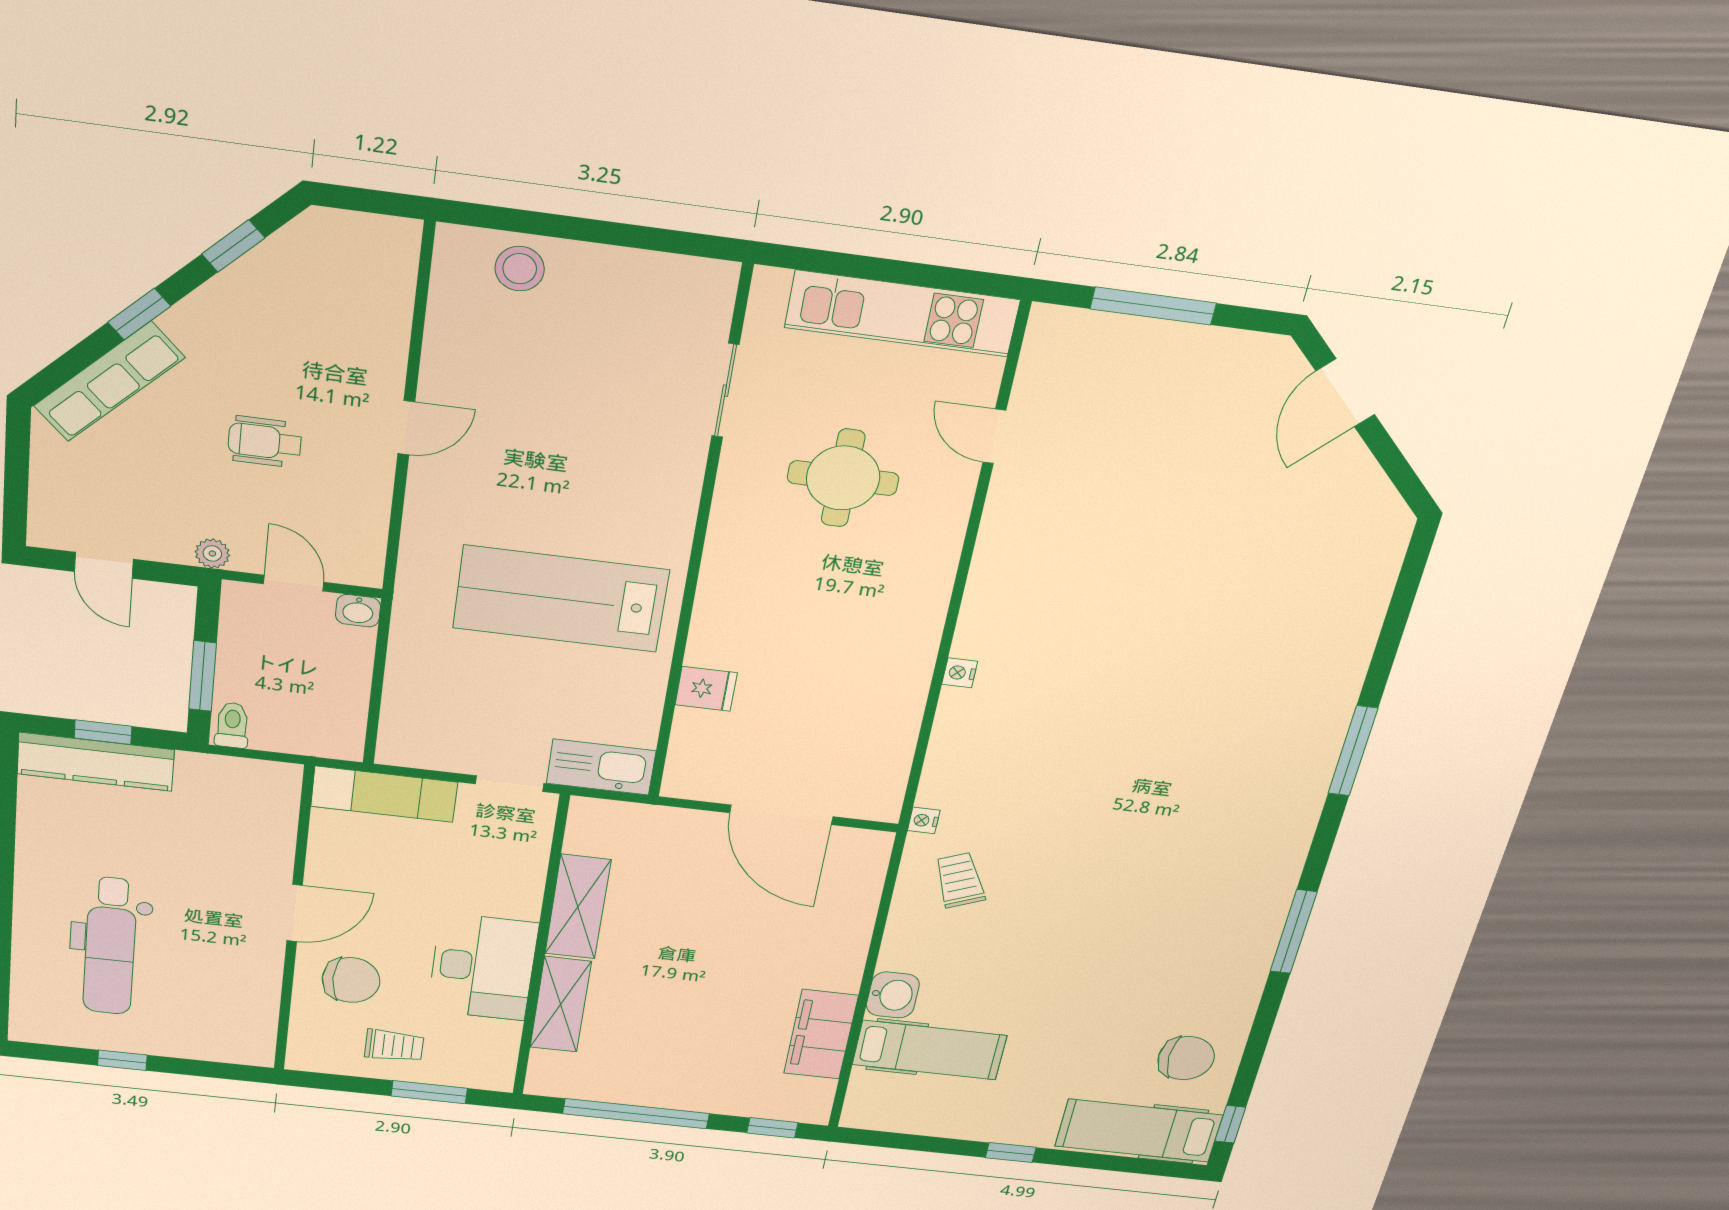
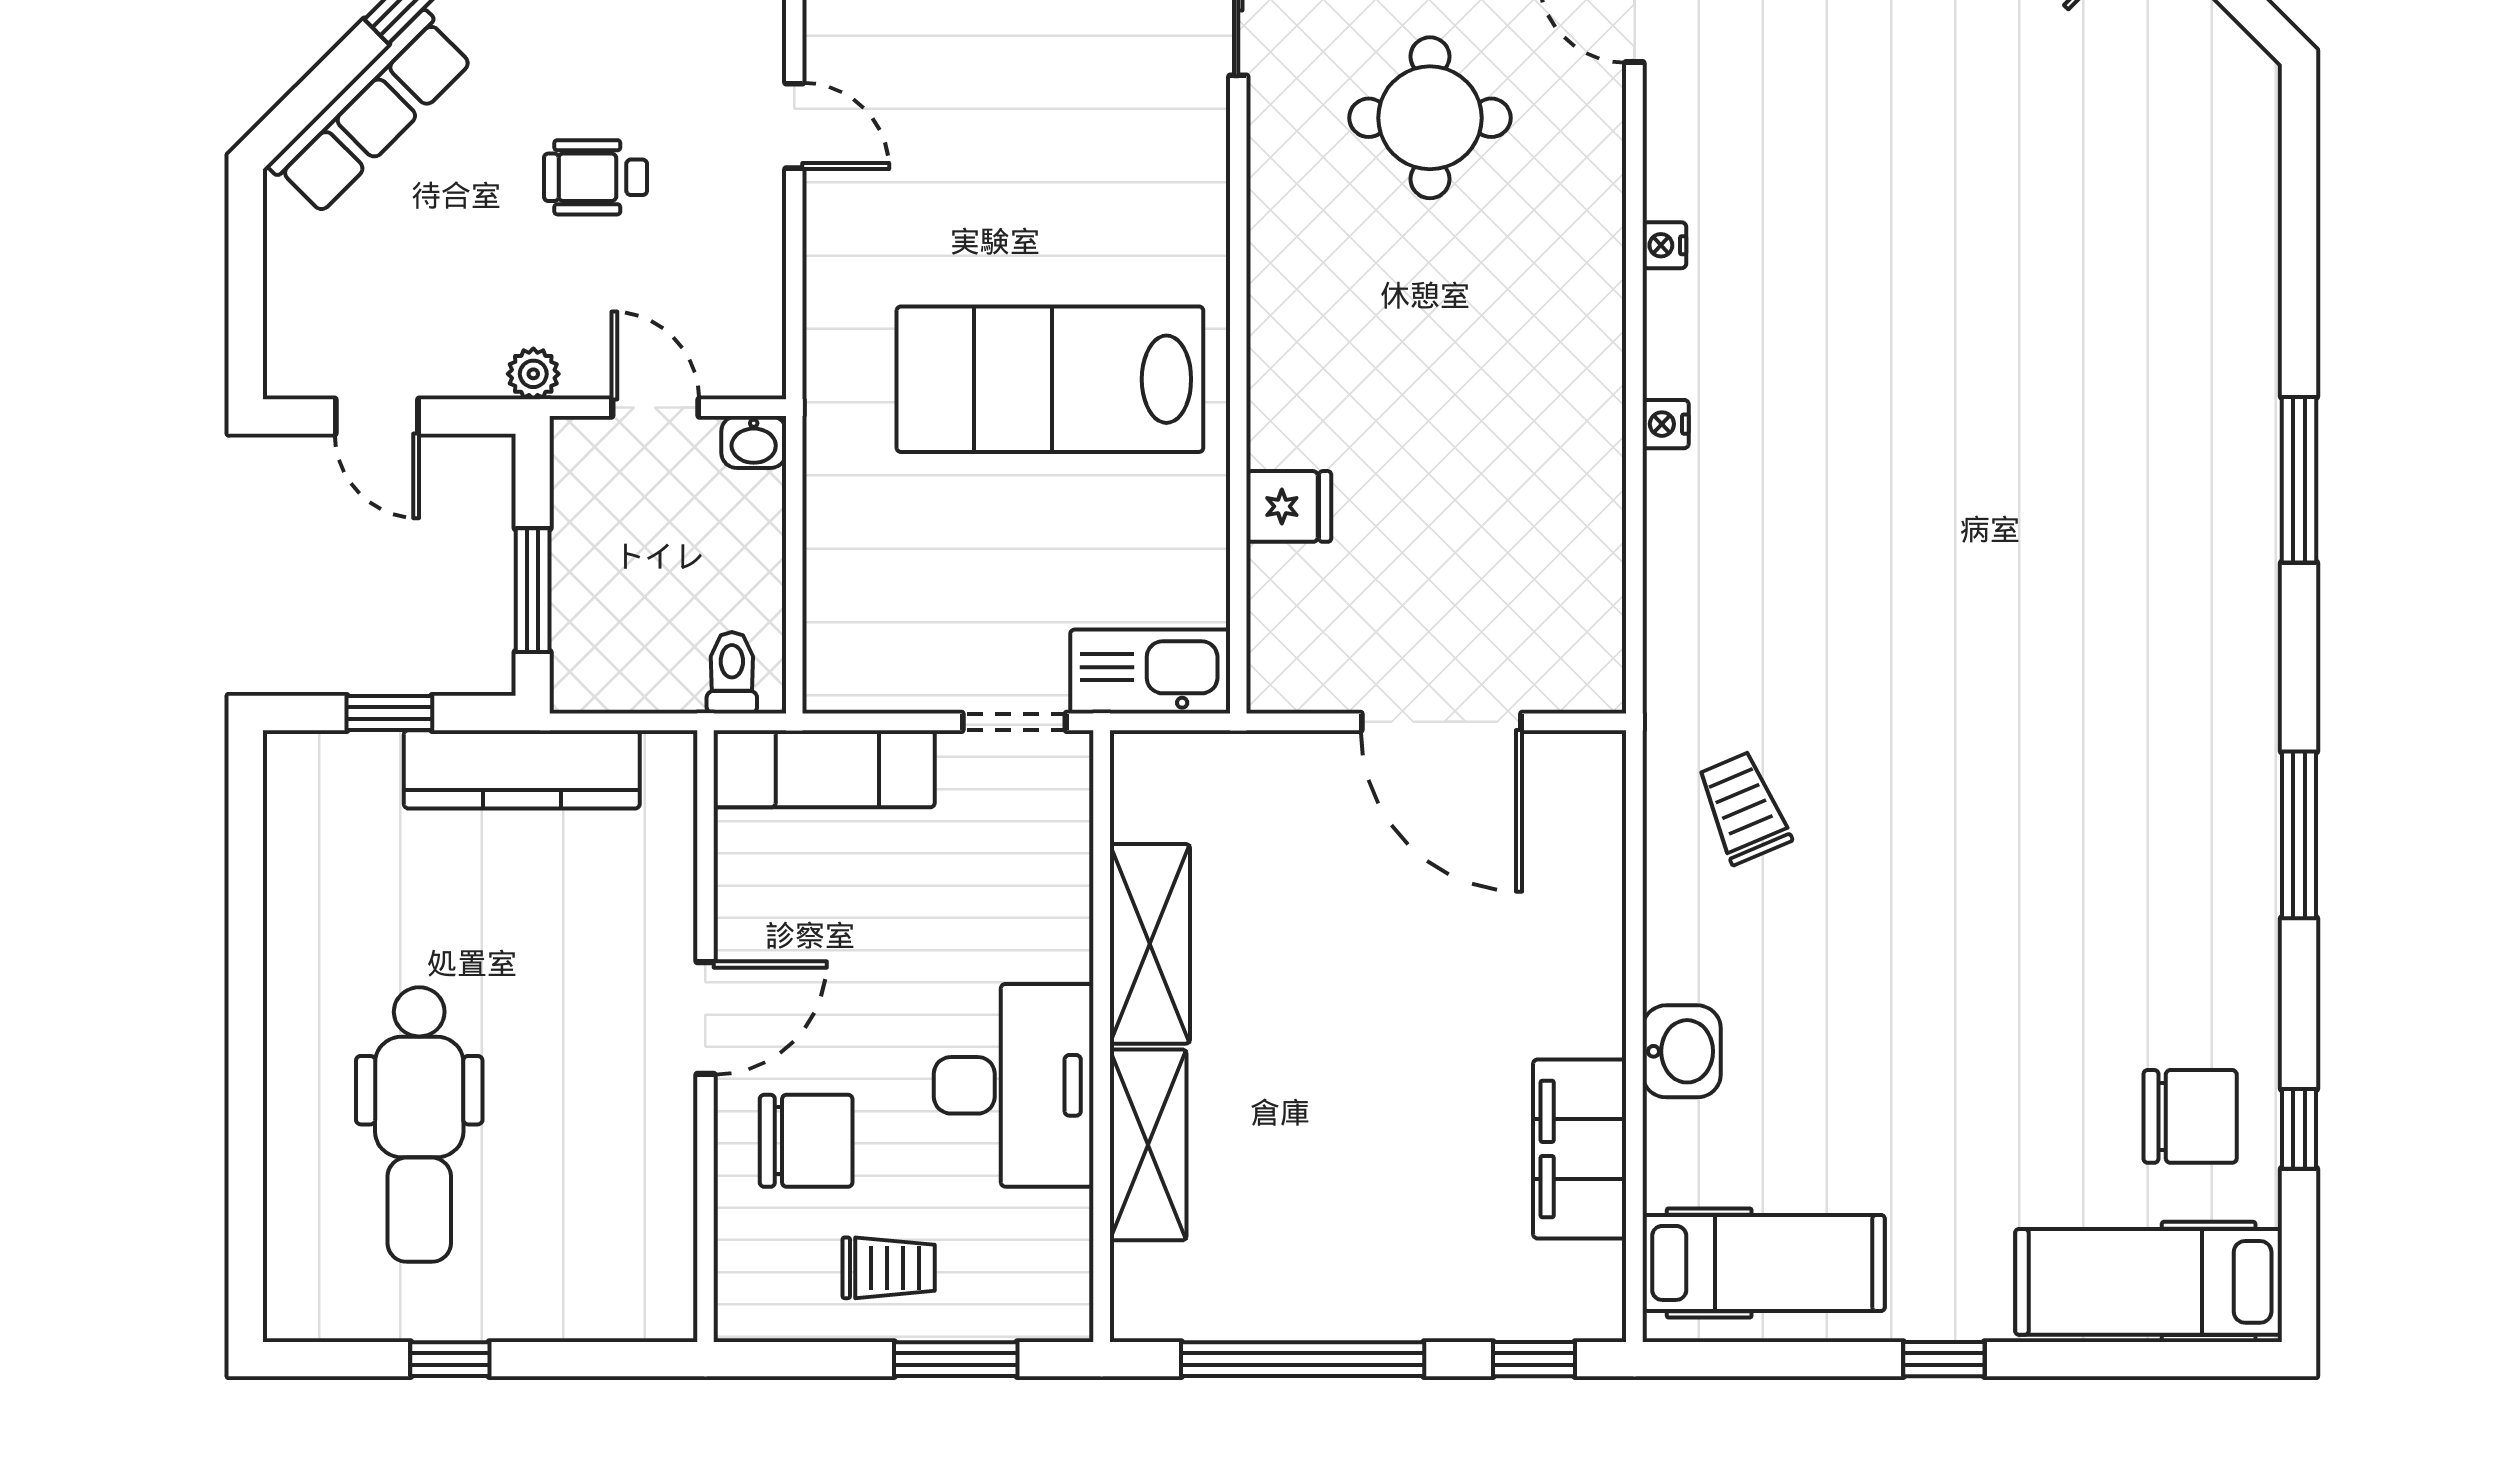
door: (406, 428) -> (794, 126), hinge flipped
toilet: (232, 725) -> (732, 673), moved
kitchen counter: (96, 762) -> (522, 769), moved
nightstand: (924, 820) -> (1664, 245), moved
hospital bed: (929, 1050) -> (1764, 1263), moved
window: (1230, 1124) -> (2299, 1129), moved

